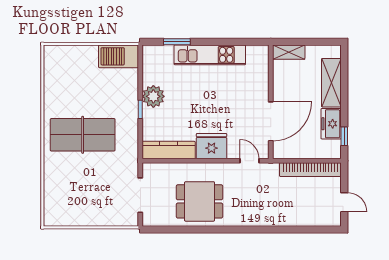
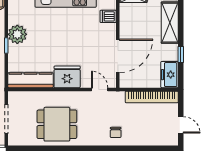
dishwasher: (259, 75) -> (108, 16), added
freezer: (331, 124) -> (169, 75), moved
window: (344, 136) -> (181, 54), moved
chair: (268, 211) -> (116, 132), added

